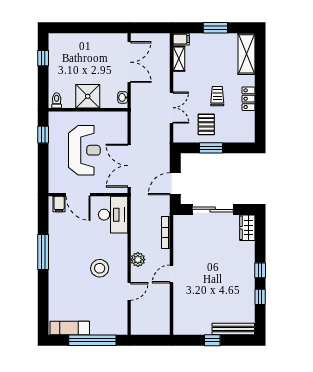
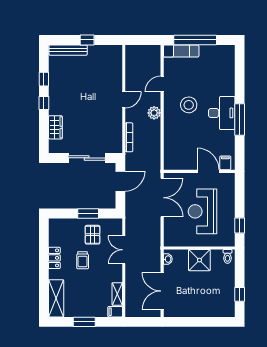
desk: (113, 215) -> (222, 113), moved, turned 180
wardrobe: (247, 228) -> (55, 127), moved
exam couch: (70, 328) -> (181, 51), moved

